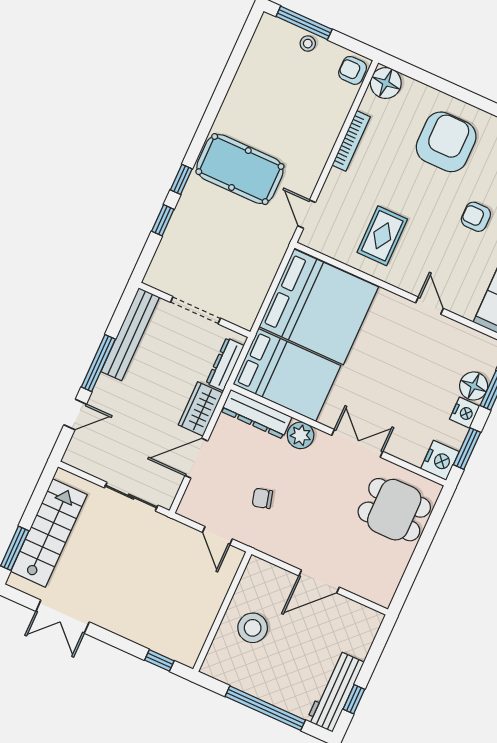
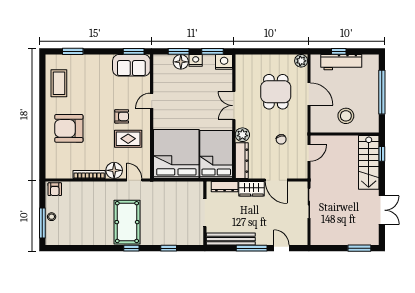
floor lamp: (386, 83) -> (114, 170), moved
window: (181, 179) -> (131, 248), moved
door: (307, 214) -> (134, 180), swing flipped
armchair: (476, 217) -> (122, 116), moved, turned -90
dining table: (394, 510) -> (276, 92), moved
stairs: (49, 533) -> (369, 162), moved, turned -90
plant: (382, 594) -> (301, 61), added
workbench: (335, 691) -> (341, 62), moved
window: (354, 699) -> (339, 51), moved

